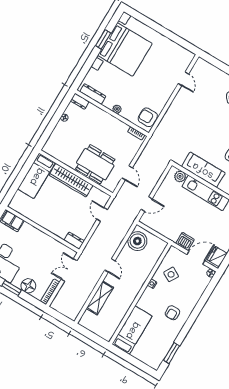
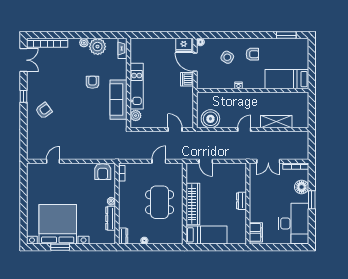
dresser: (93, 94) -> (111, 218), moved
dining table: (95, 164) -> (160, 202), moved
door: (102, 214) -> (206, 161), hinge flipped
dresser: (74, 241) -> (241, 201), moved
side table: (171, 274) -> (227, 57), moved

